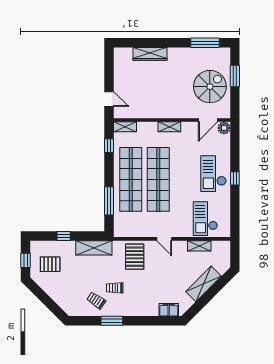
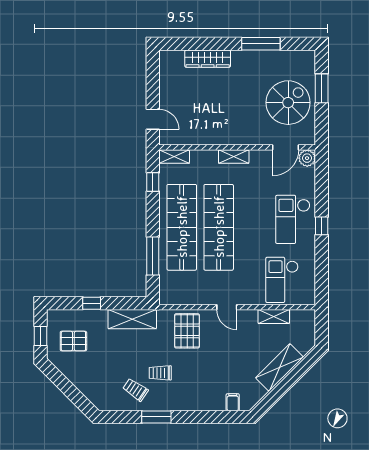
window: (205, 43) -> (261, 44), moved
filing cabinet: (169, 310) -> (233, 402), width x0.50

